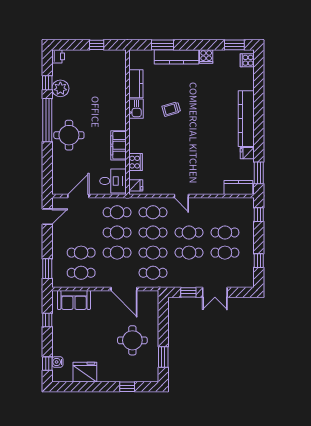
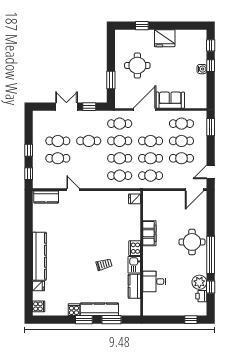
window: (97, 45) -> (191, 320), moved
window: (234, 45) -> (84, 320), moved
printer: (58, 56) -> (201, 296), moved
fridge: (247, 153) -> (39, 286), moved
cooker: (135, 162) -> (135, 248), moved
window: (259, 173) -> (29, 210), removed
desk: (113, 181) -> (154, 281), moved
door: (78, 196) -> (194, 190), moved
door: (181, 196) -> (73, 190), moved
cafe table: (189, 232) -> (181, 158), moved
window: (259, 261) -> (29, 150), moved
door: (124, 289) -> (145, 110), hinge flipped
sofa: (74, 300) -> (170, 100), moved
window: (47, 320) -> (211, 66), moved
window: (163, 357) -> (111, 80), moved
water cooler: (57, 362) -> (202, 69), moved
fridge: (85, 372) -> (165, 38), moved

